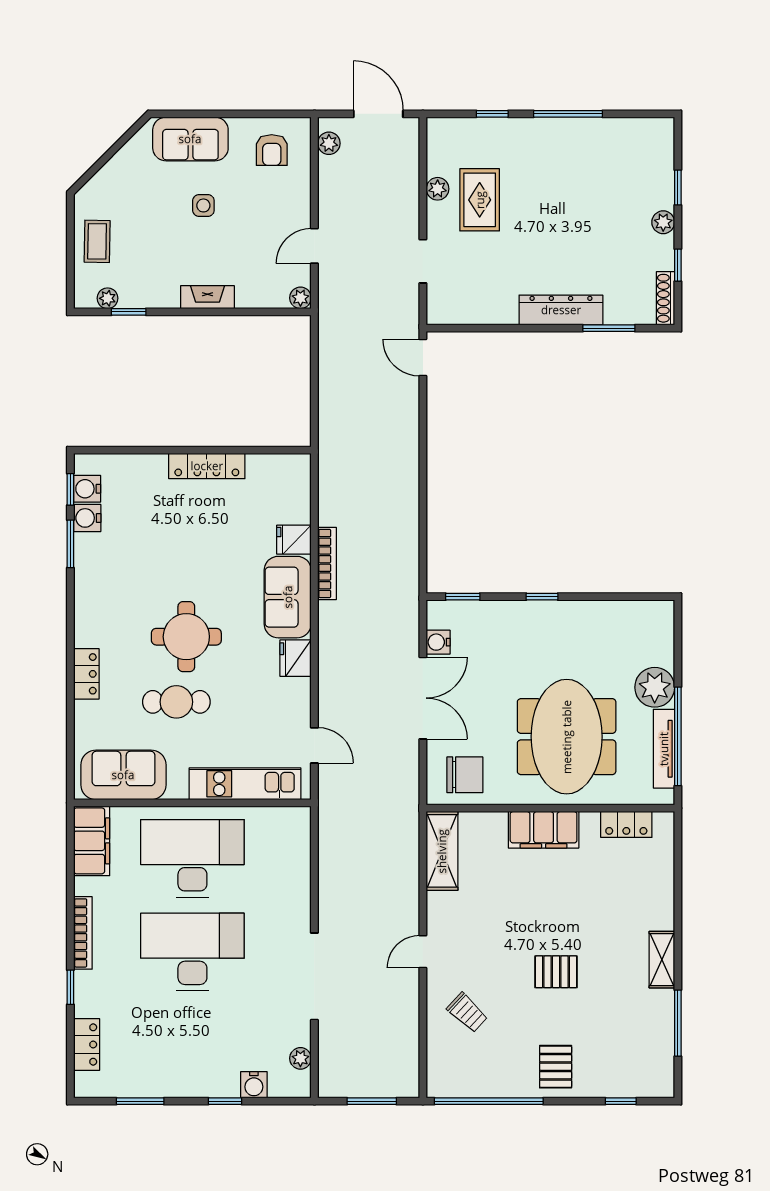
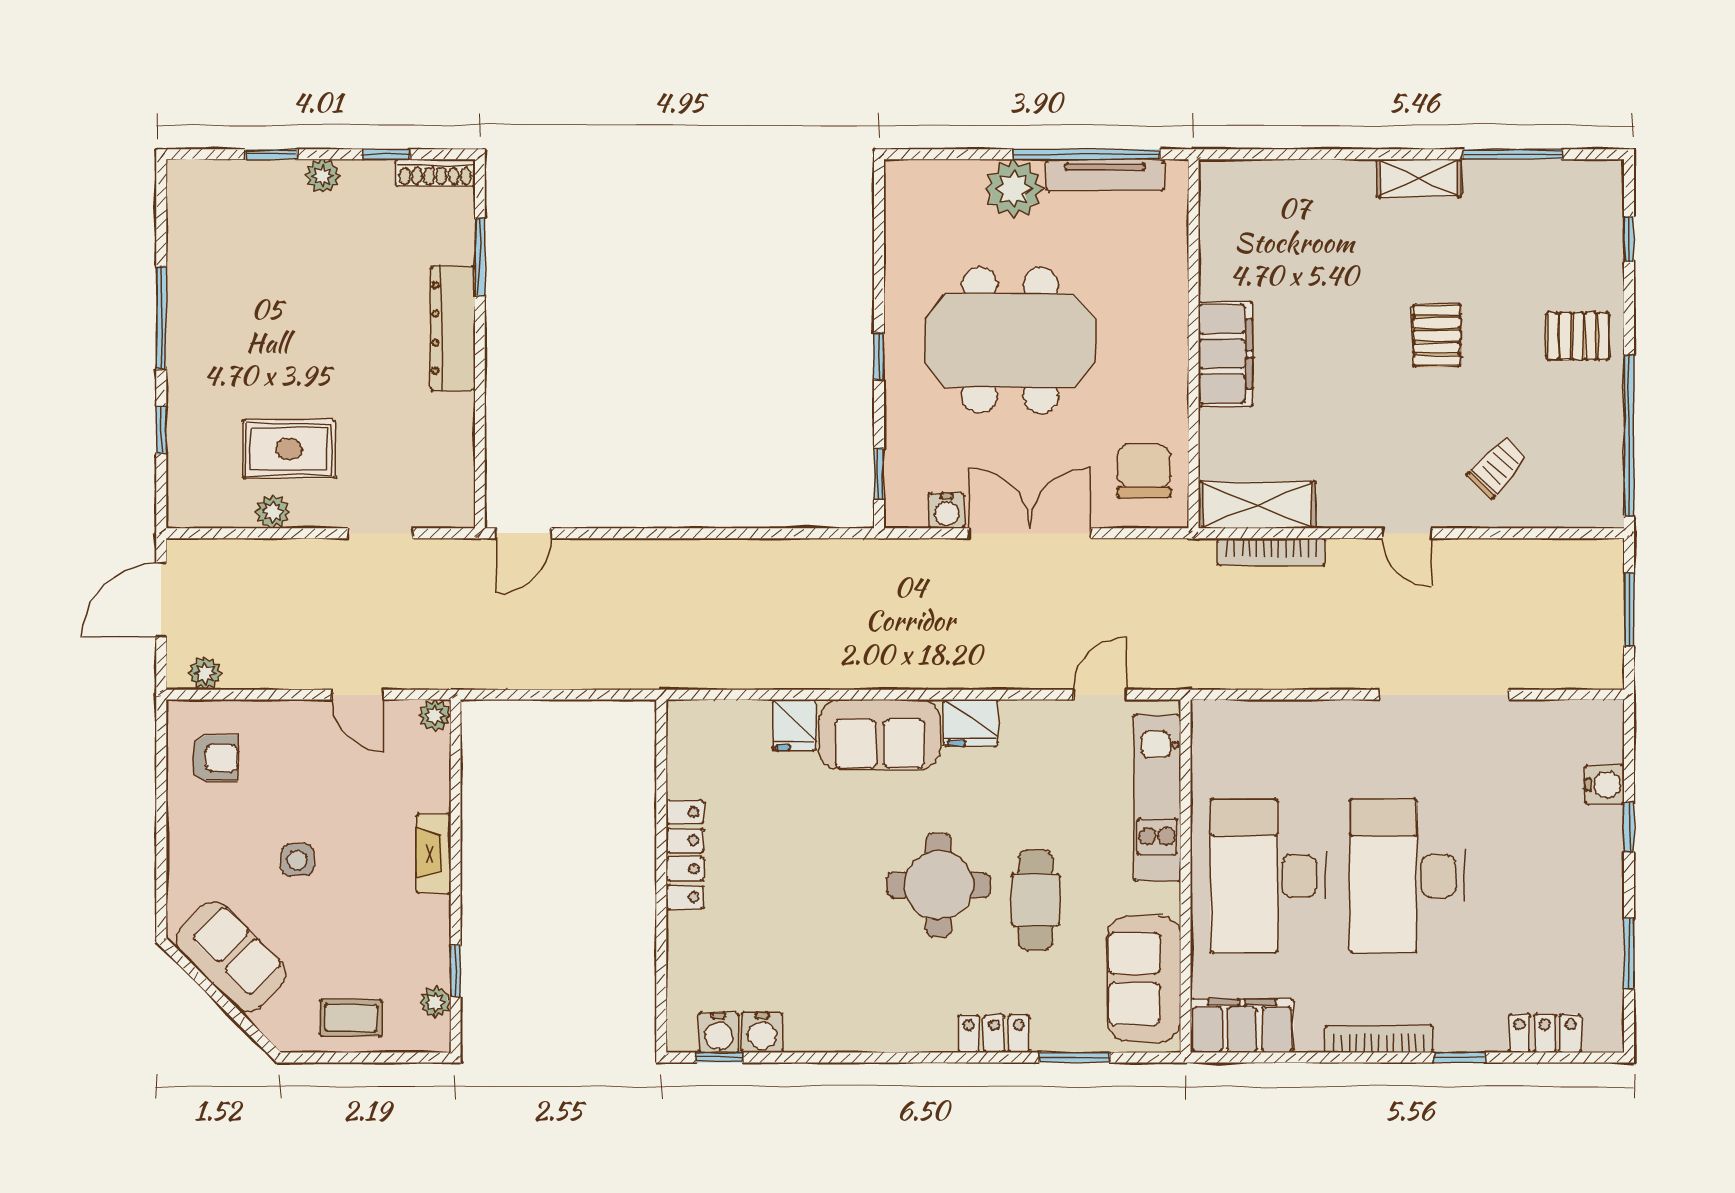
sofa: (190, 139) -> (231, 957), moved, turned -45
window: (70, 544) -> (1075, 1058), moved
bookcase: (327, 564) -> (1271, 552), moved, turned 180
meeting table: (567, 737) -> (1010, 340), moved
locker: (626, 824) -> (1218, 231), removed
plant: (300, 1058) -> (1566, 715), removed

